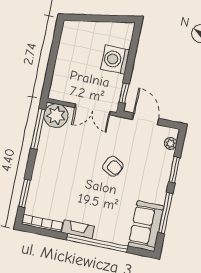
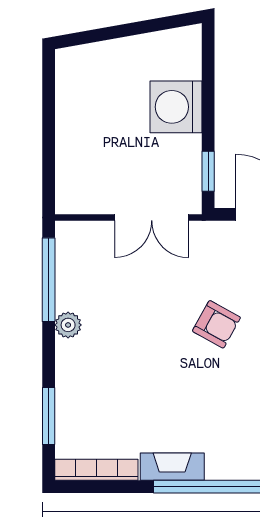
plant: (56, 116) -> (68, 325), moved, width x0.53, depth x0.53

